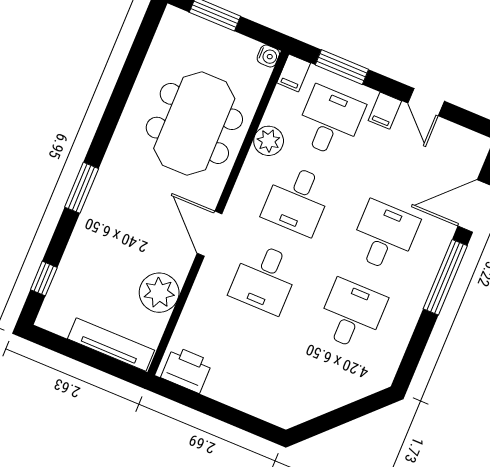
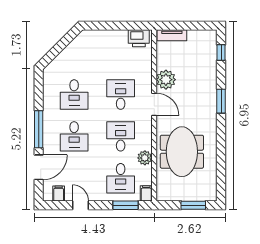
water cooler: (268, 56) -> (161, 196), removed
filing cabinet: (385, 111) -> (59, 194), moved
plant: (159, 293) -> (166, 80), moved
tv unit: (111, 345) -> (172, 35), width x0.71

